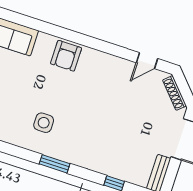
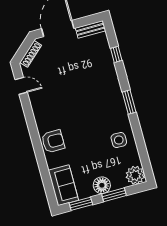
side table: (44, 123) -> (119, 140), moved

